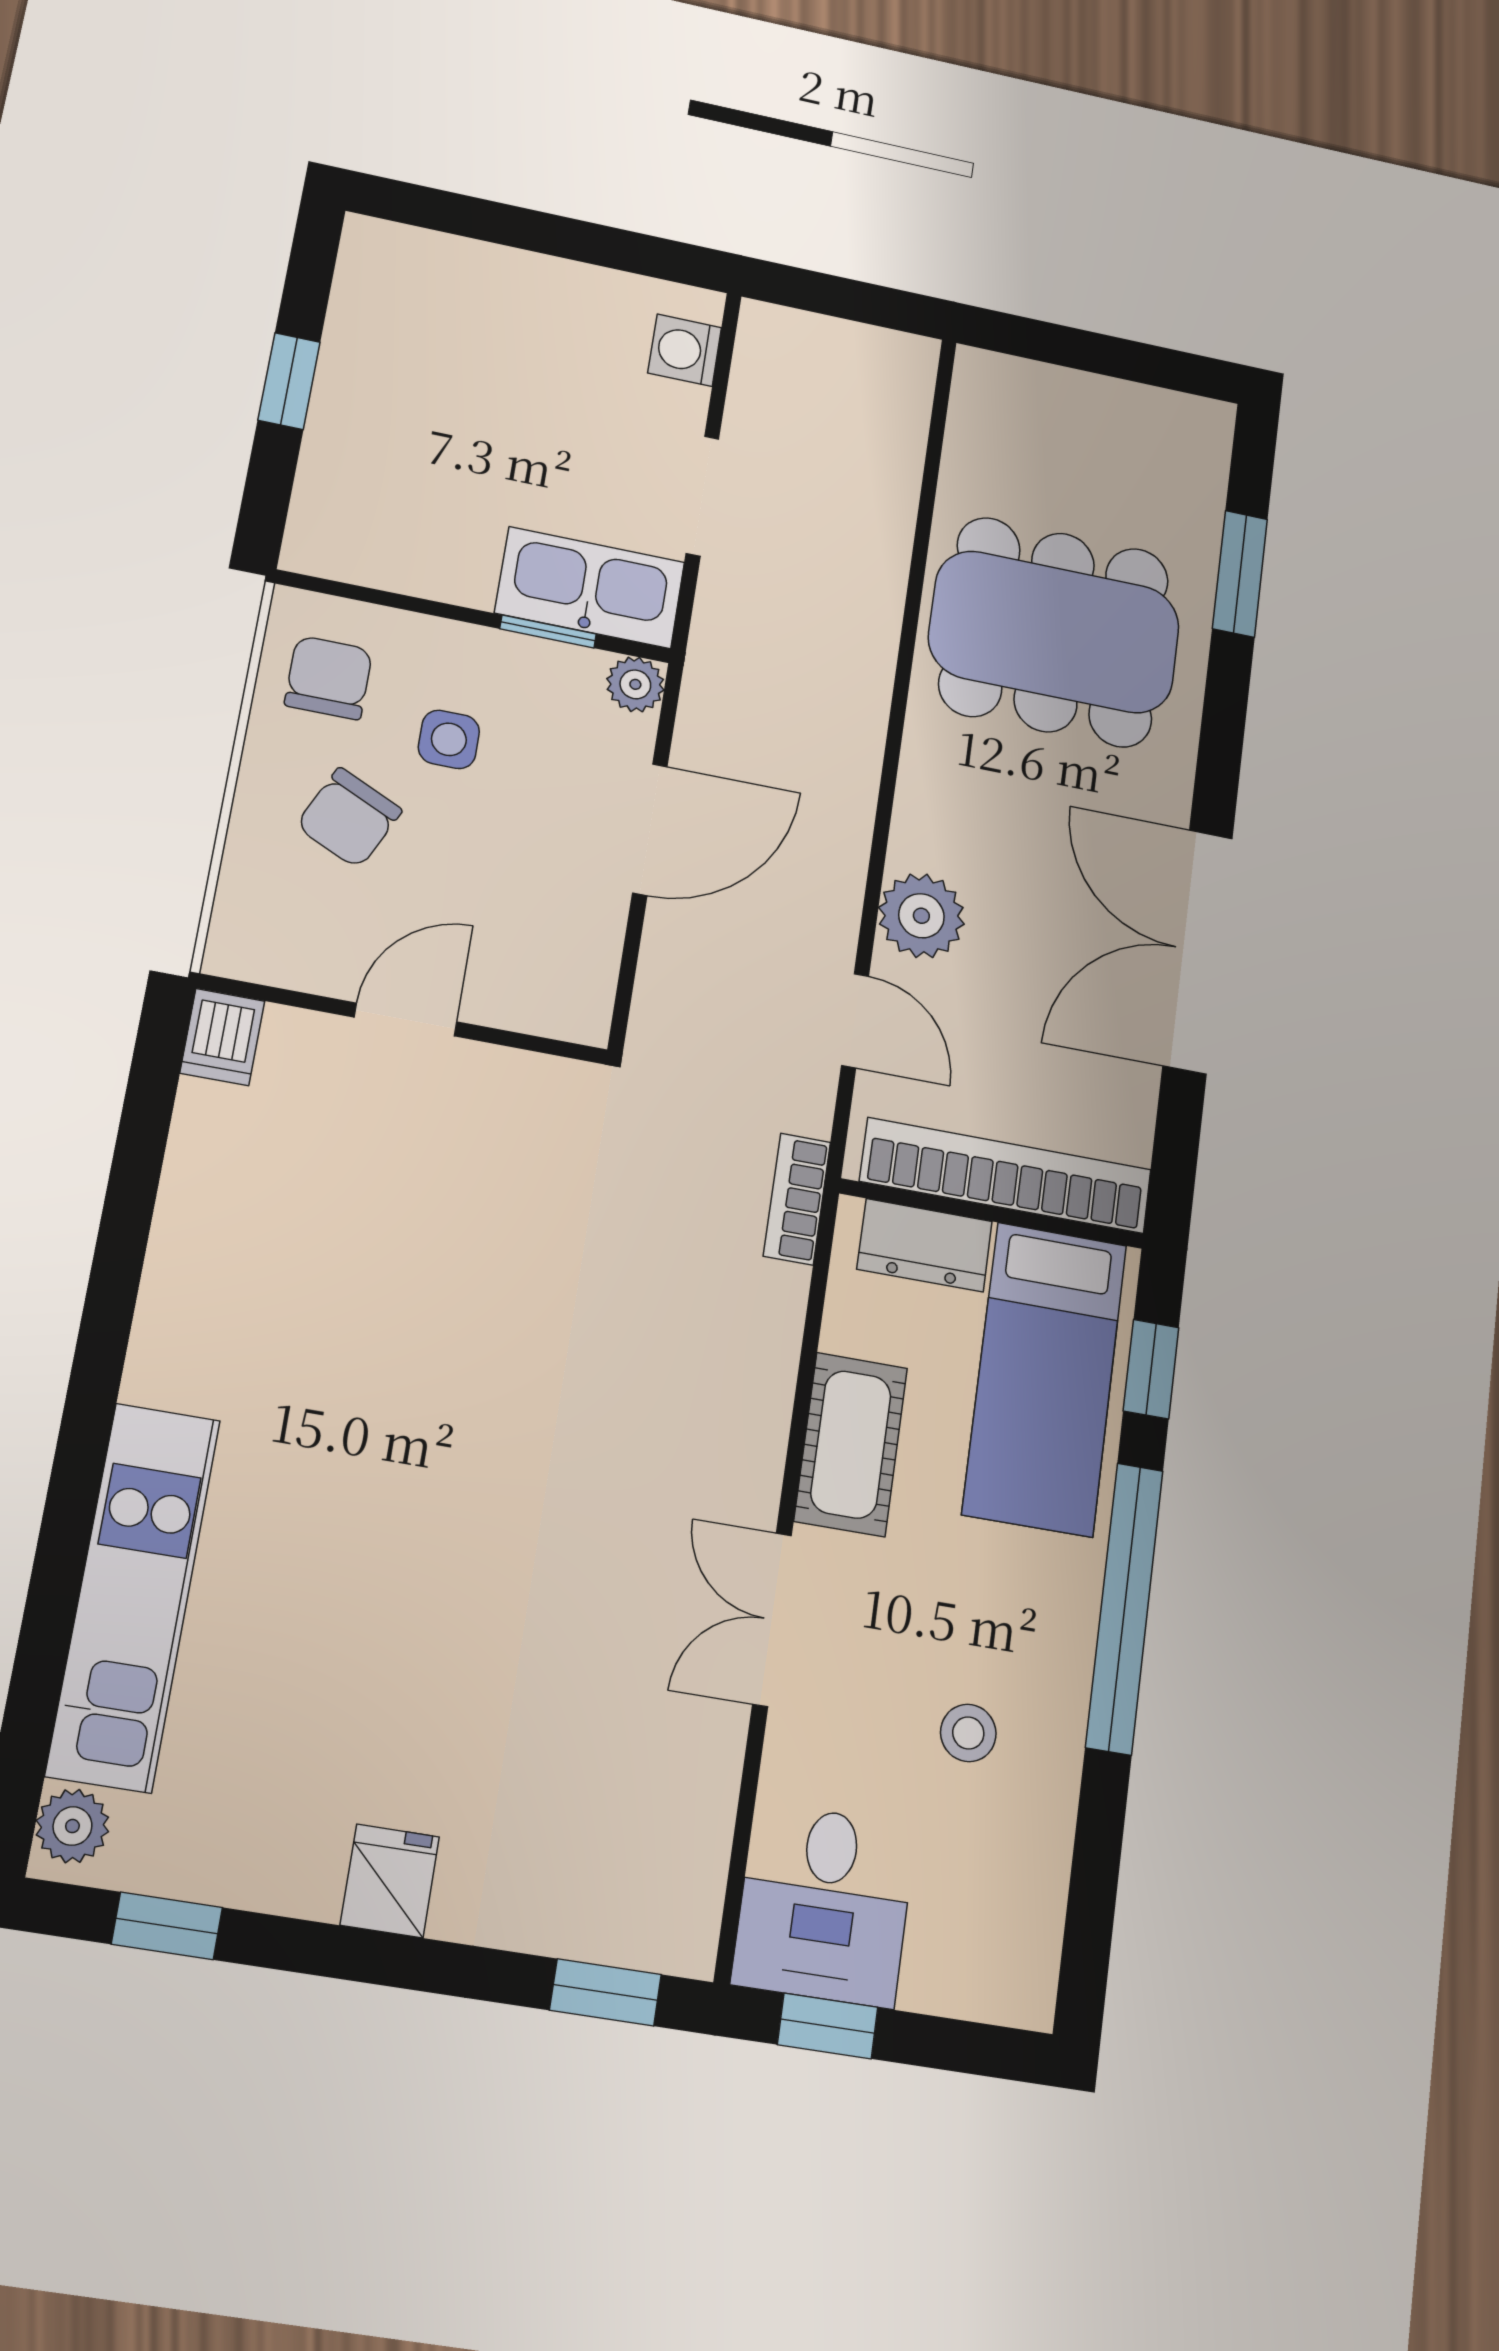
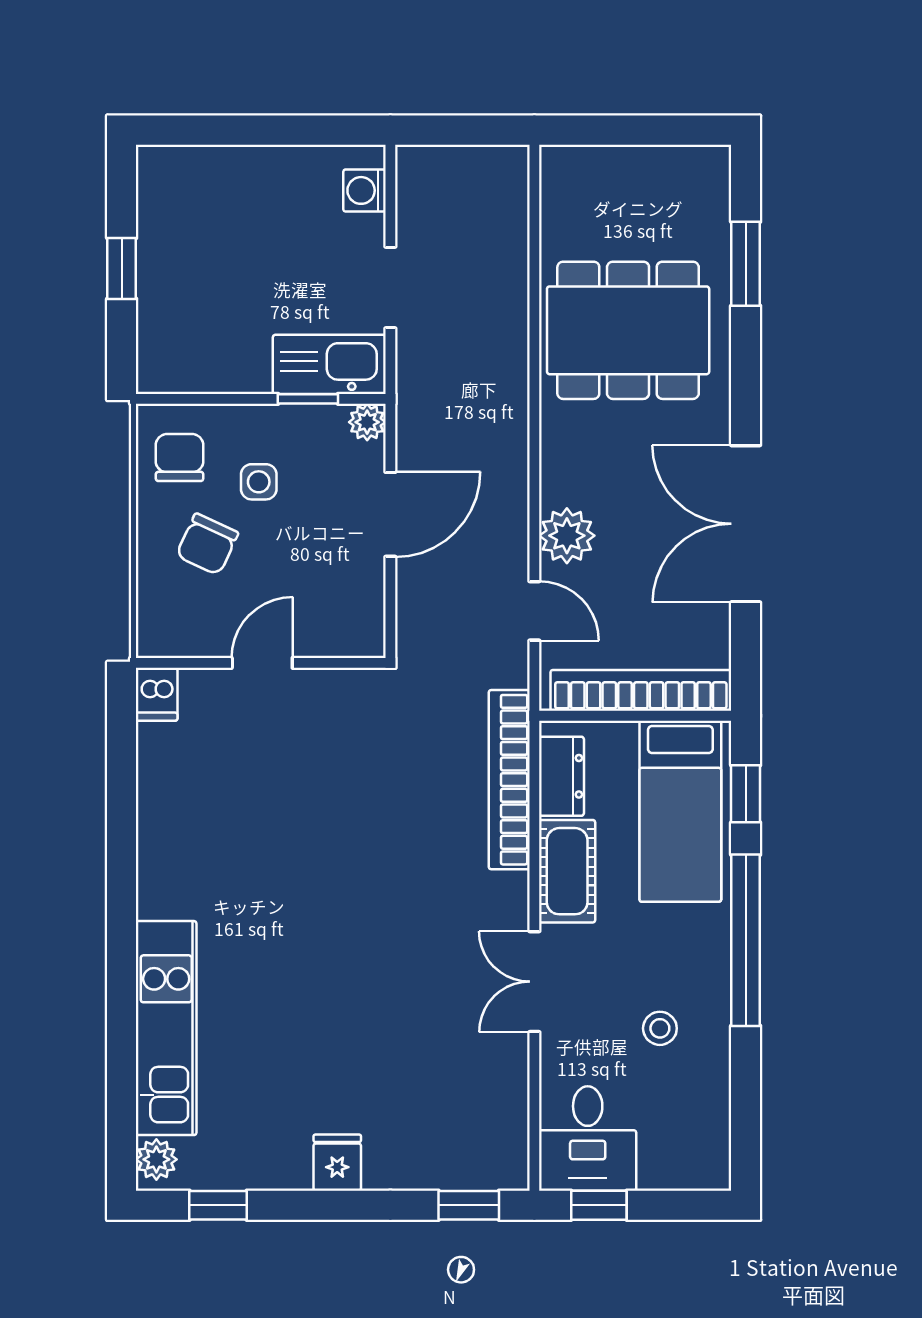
bookcase: (797, 1199) -> (509, 780), width x2.31, depth x1.31
dresser: (925, 1245) -> (561, 776), moved, turned -90

